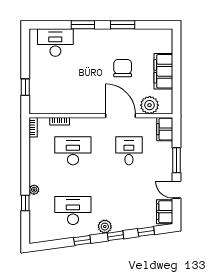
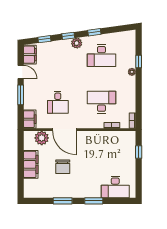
desk: (73, 151) -> (101, 102), turned 180

